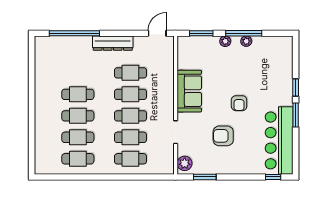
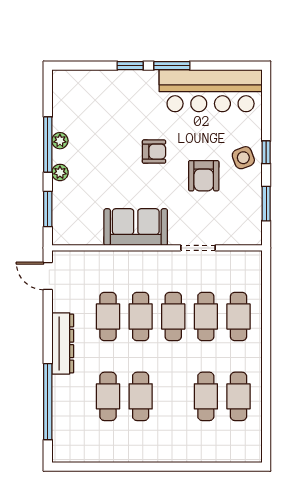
cafe table: (78, 116) -> (108, 396), moved
side table: (235, 162) -> (243, 158), added
plant: (185, 163) -> (245, 234), removed
window: (273, 177) -> (266, 152), moved

